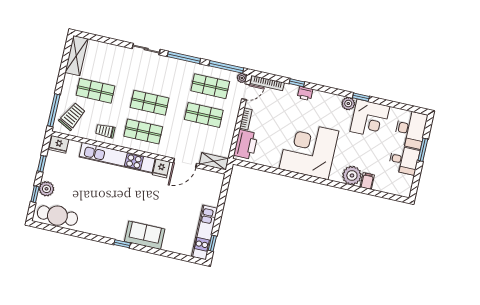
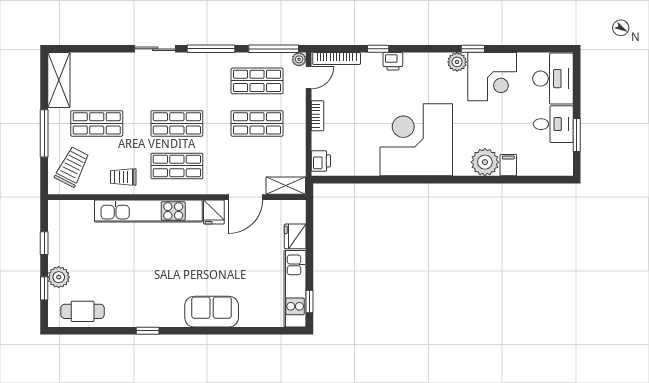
window: (54, 110) -> (44, 133), moved
fridge: (59, 144) -> (295, 236), moved, turned 90
printer: (246, 144) -> (321, 161), width x0.53, depth x0.68
window: (423, 150) -> (577, 135), moved
cafe table: (57, 216) -> (83, 311), width x0.73, depth x0.74
window: (122, 244) -> (148, 331), moved

